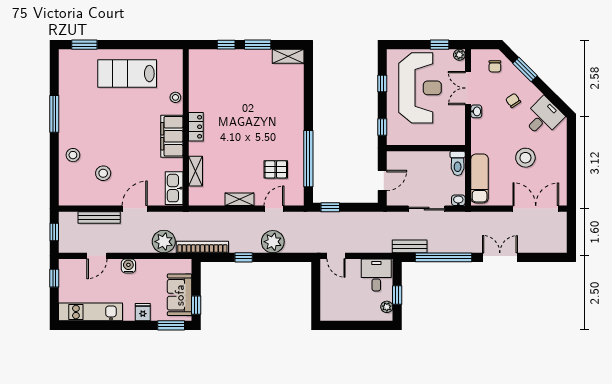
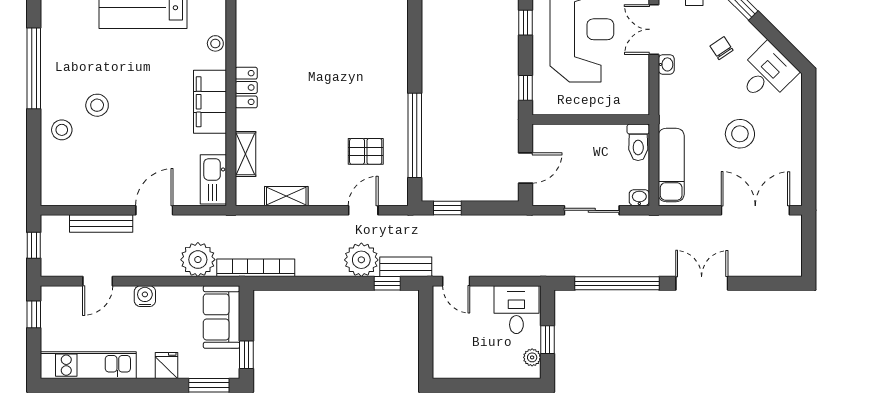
window: (54, 114) -> (34, 68), width x1.46
stool: (103, 173) -> (97, 105), moved
shelving: (240, 199) -> (286, 196), moved
bench: (410, 246) -> (406, 267), moved
window: (244, 257) -> (387, 283), moved
sofa: (180, 295) -> (222, 317), moved

